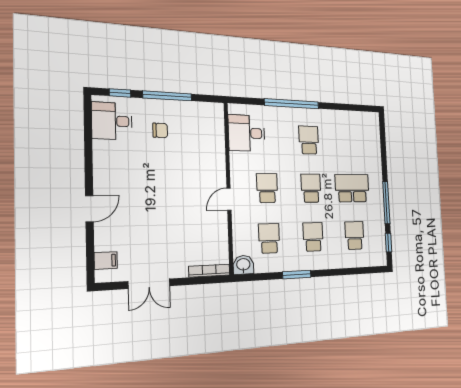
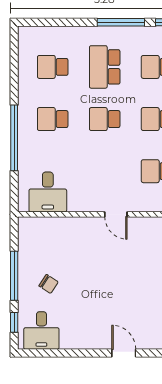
chair: (160, 130) -> (49, 284), turned 123
school desk: (267, 188) -> (53, 67), moved

